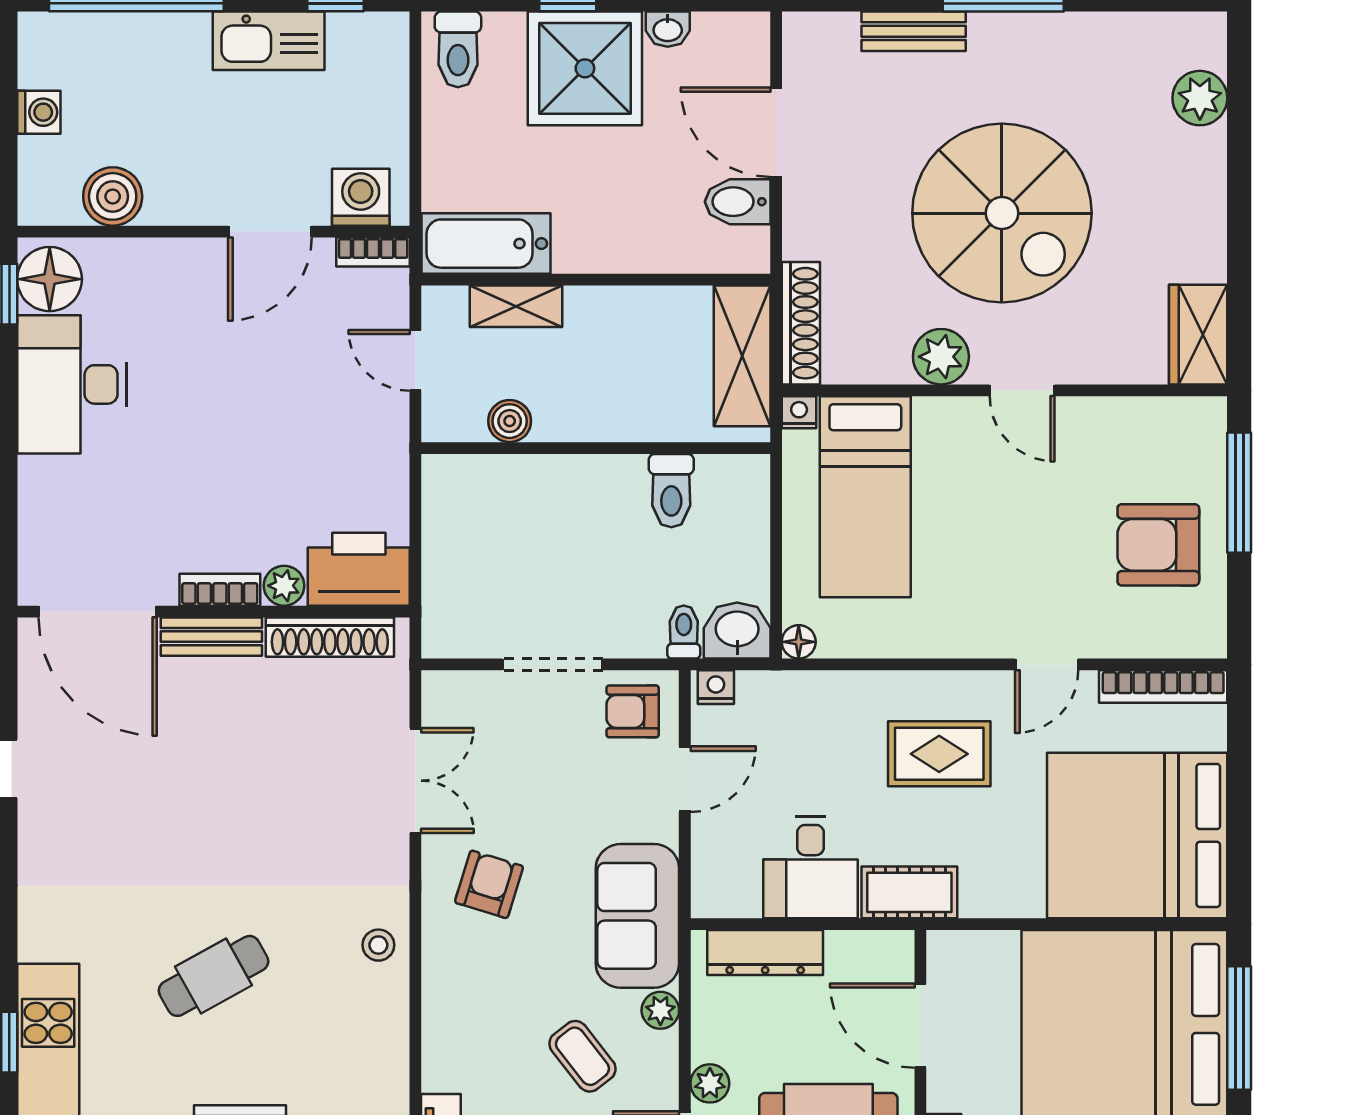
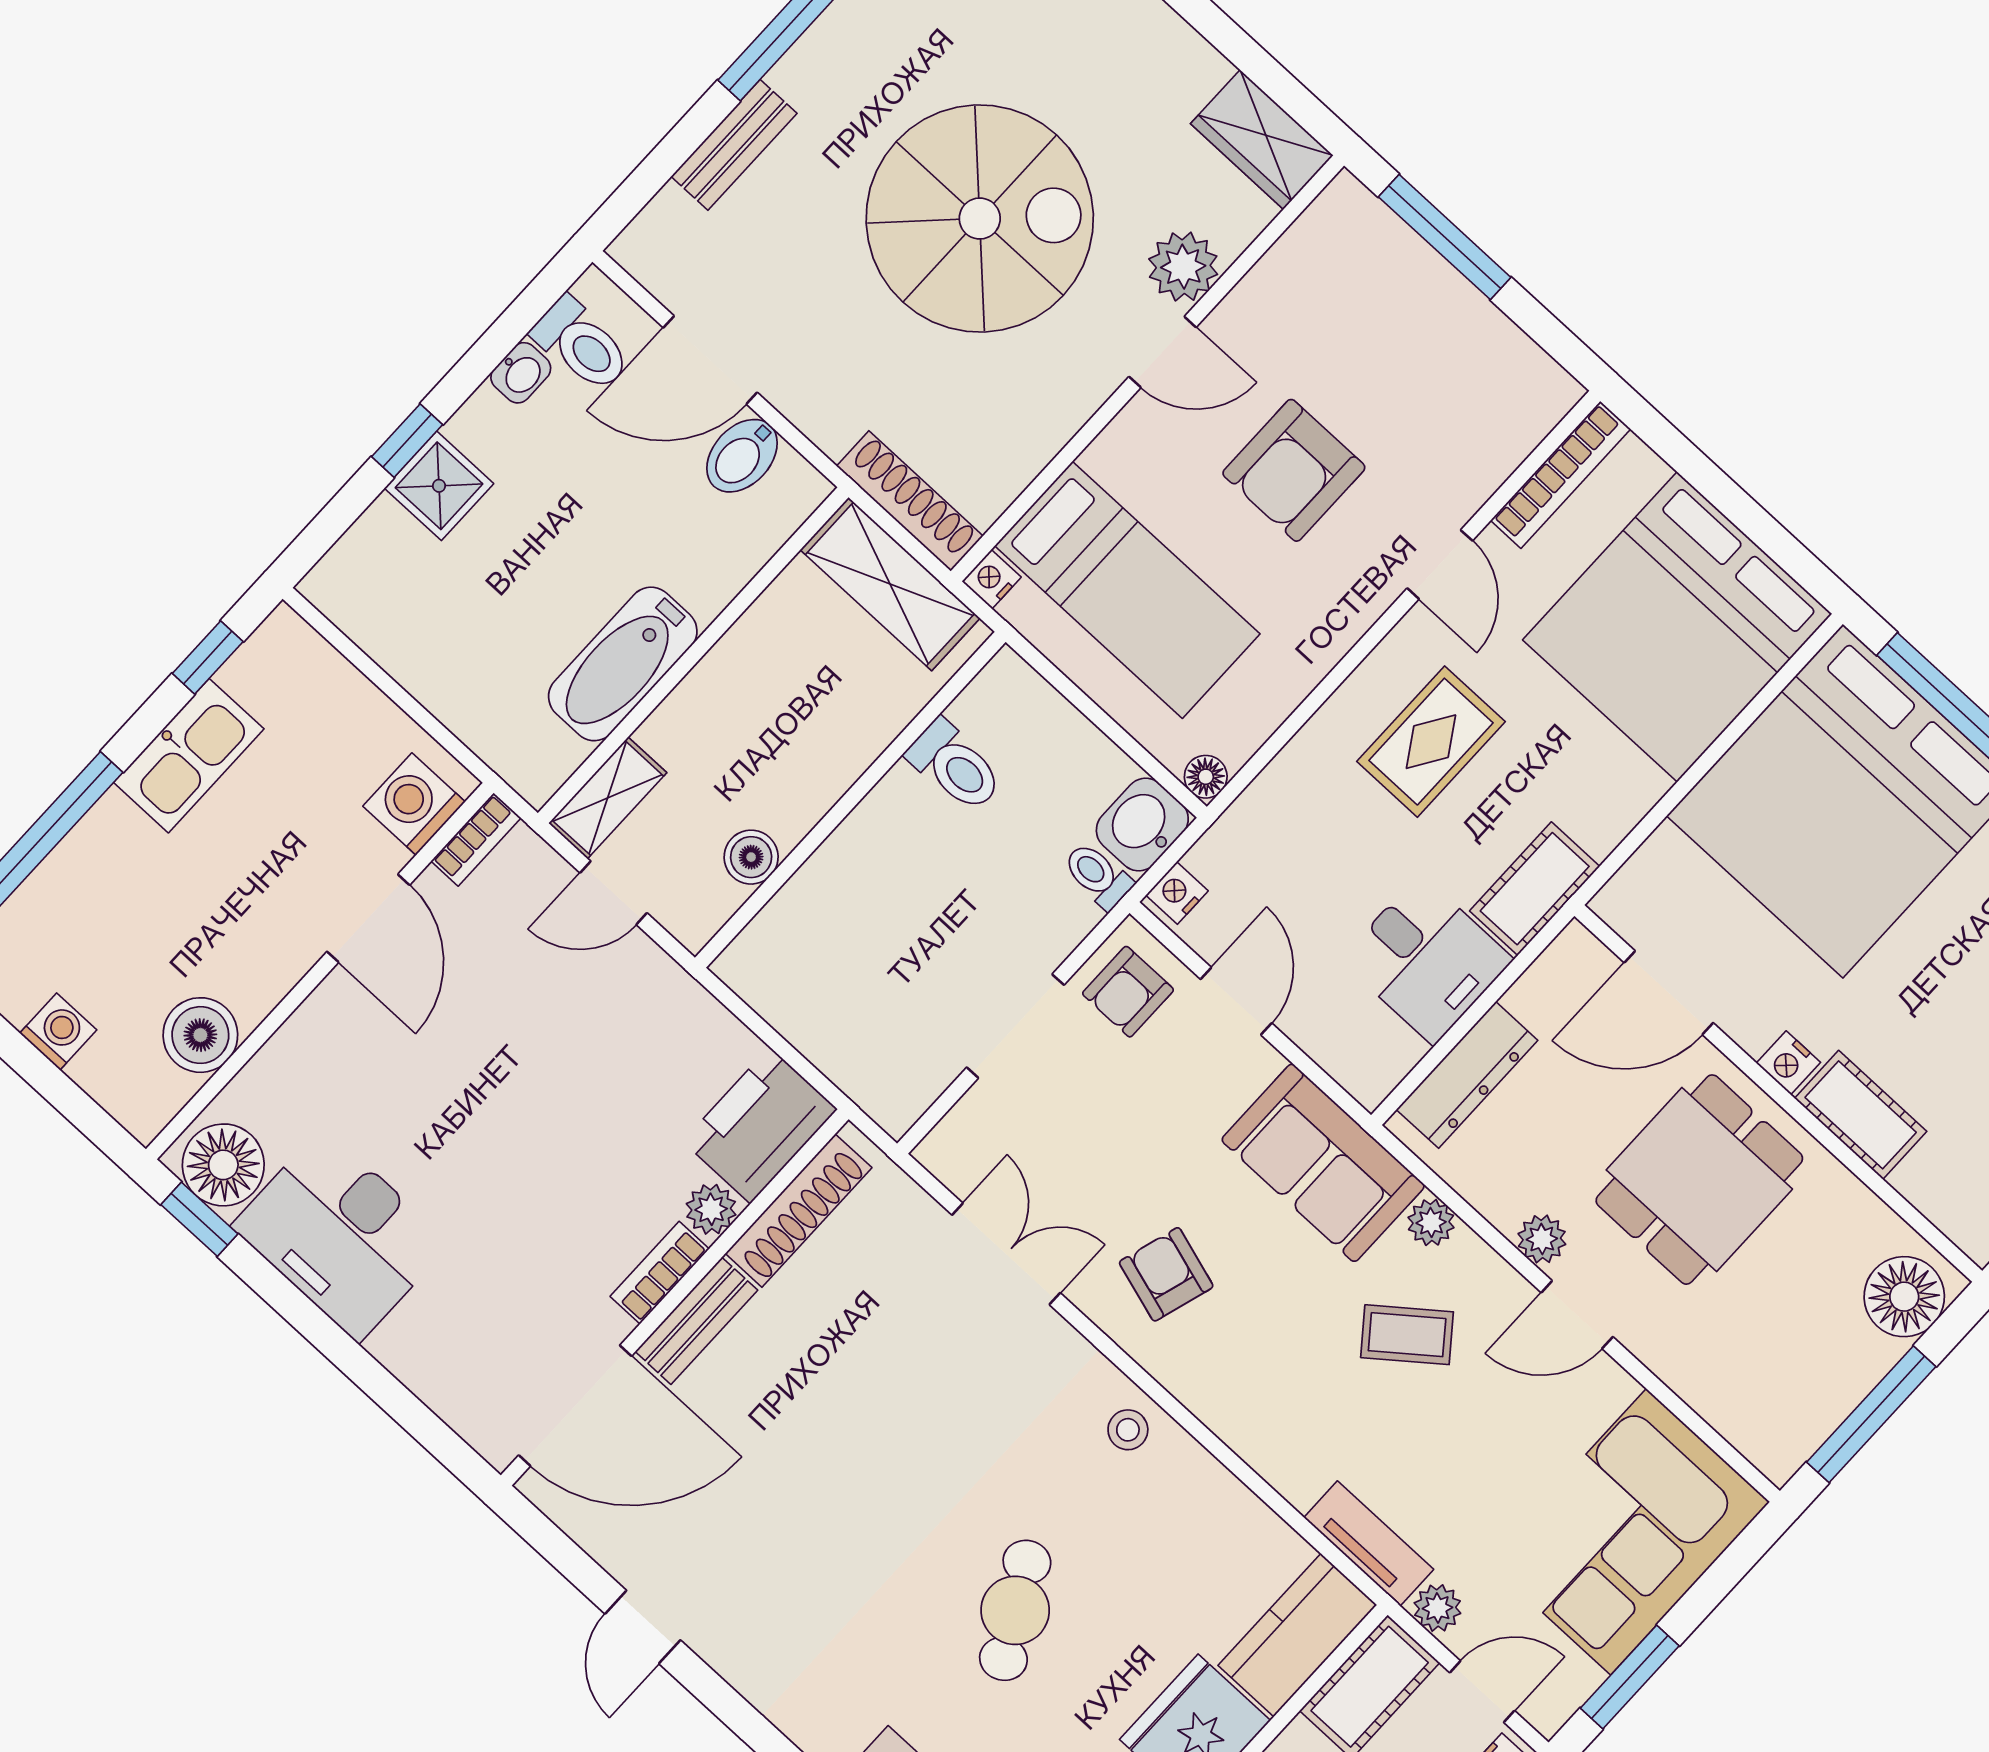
toilet: (458, 49) -> (582, 345), moved
shower: (585, 68) -> (439, 486), width x0.54, depth x0.54
bathtub: (486, 244) -> (623, 664), moved
shelving: (516, 306) -> (608, 798), moved
plant: (941, 357) -> (1183, 267), moved
armchair: (1158, 545) -> (1294, 470), moved

